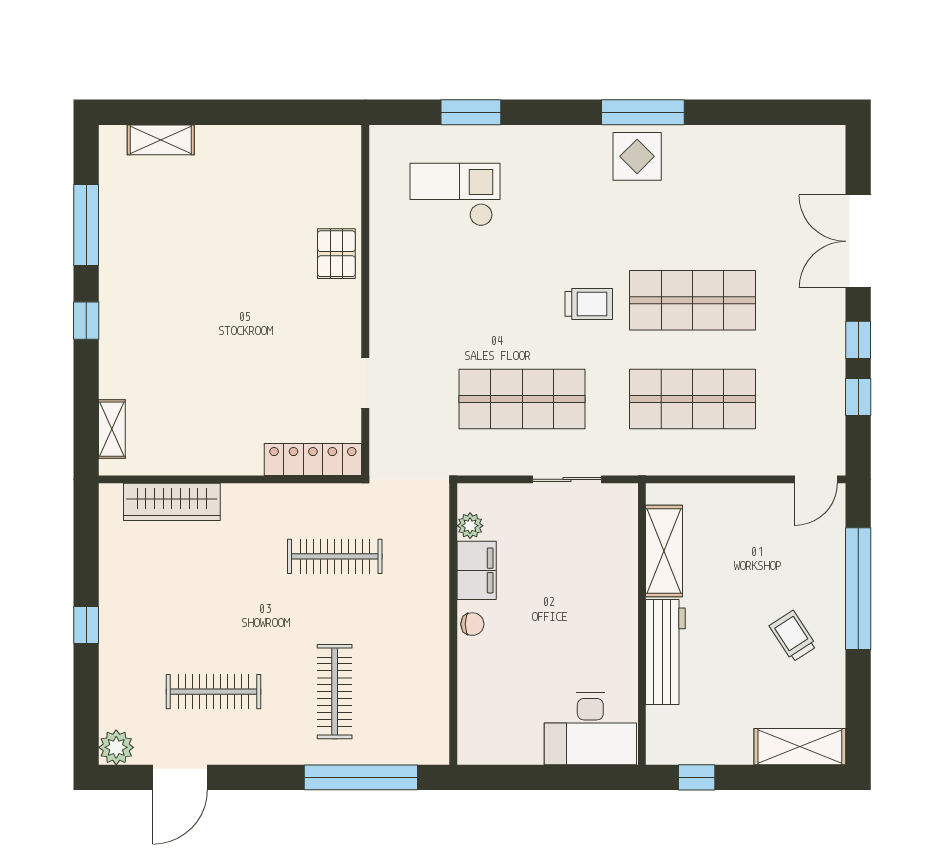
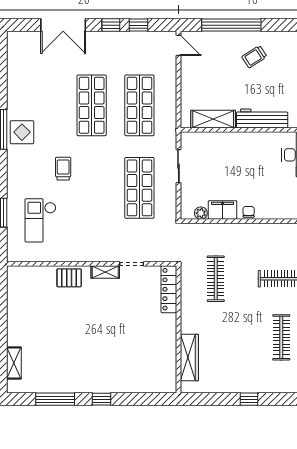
trolley: (589, 304) -> (63, 169), moved
shelving: (112, 429) -> (105, 272), moved

